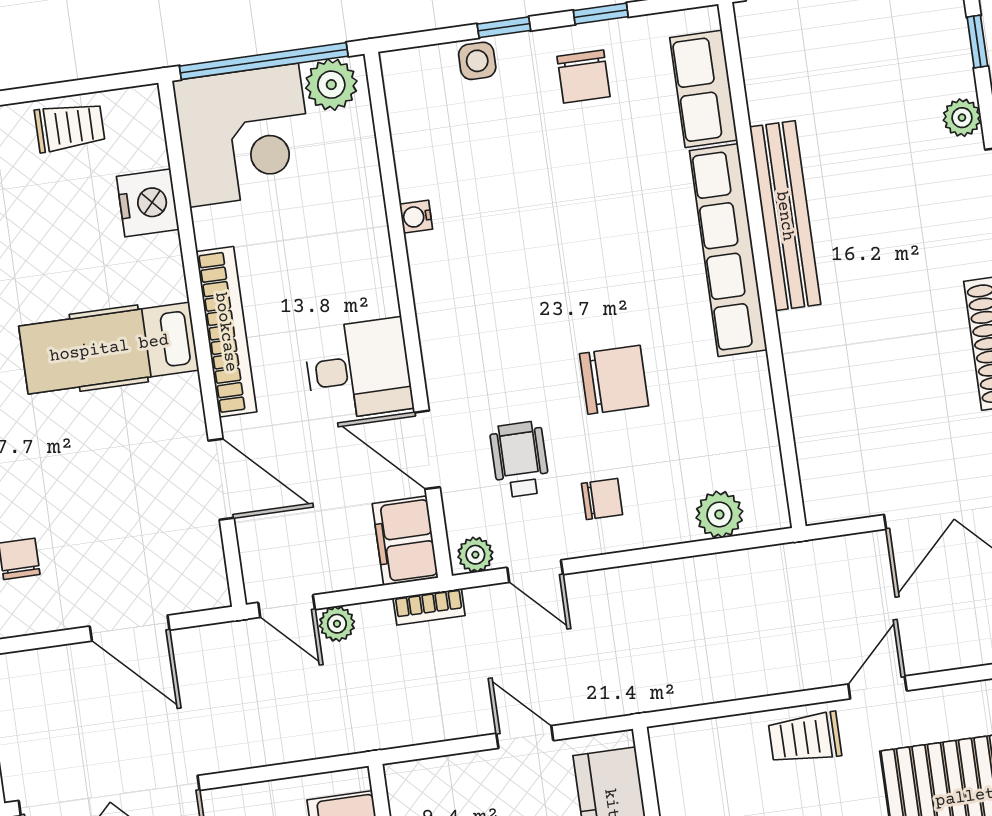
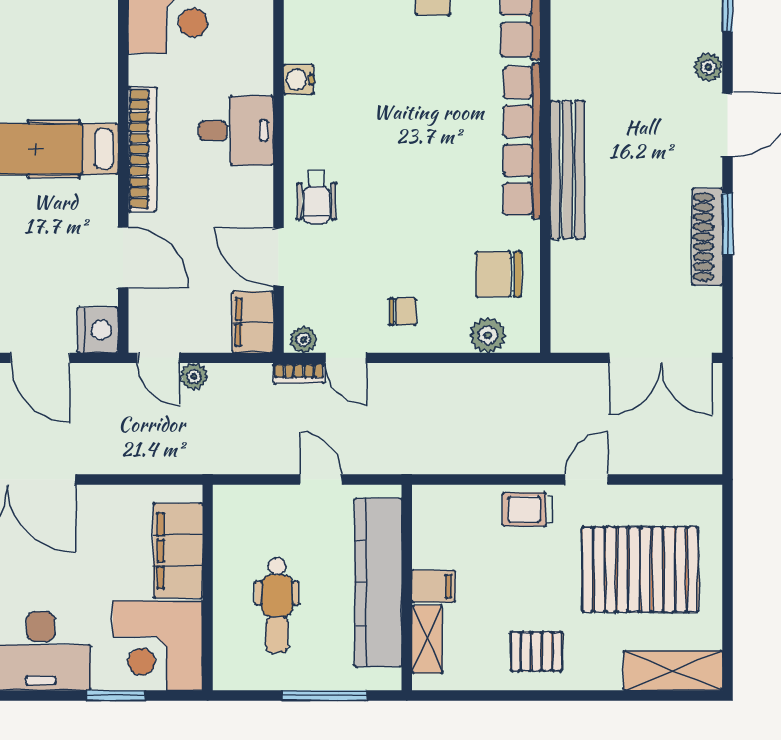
nightstand: (148, 203) -> (98, 330), moved
bench: (785, 216) -> (567, 170), moved
water cooler: (416, 217) -> (299, 79), width x1.38, depth x1.38
desk: (358, 369) -> (236, 131), moved
chair: (614, 380) -> (498, 274), moved, turned 180
wheelchair: (520, 459) -> (317, 197), moved, turned 180
bookcase: (429, 607) -> (299, 373), moved

